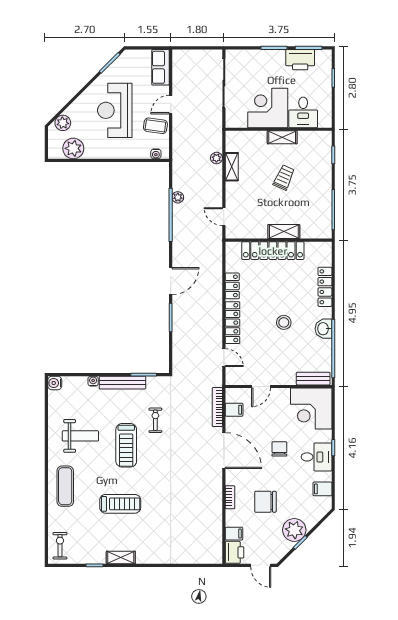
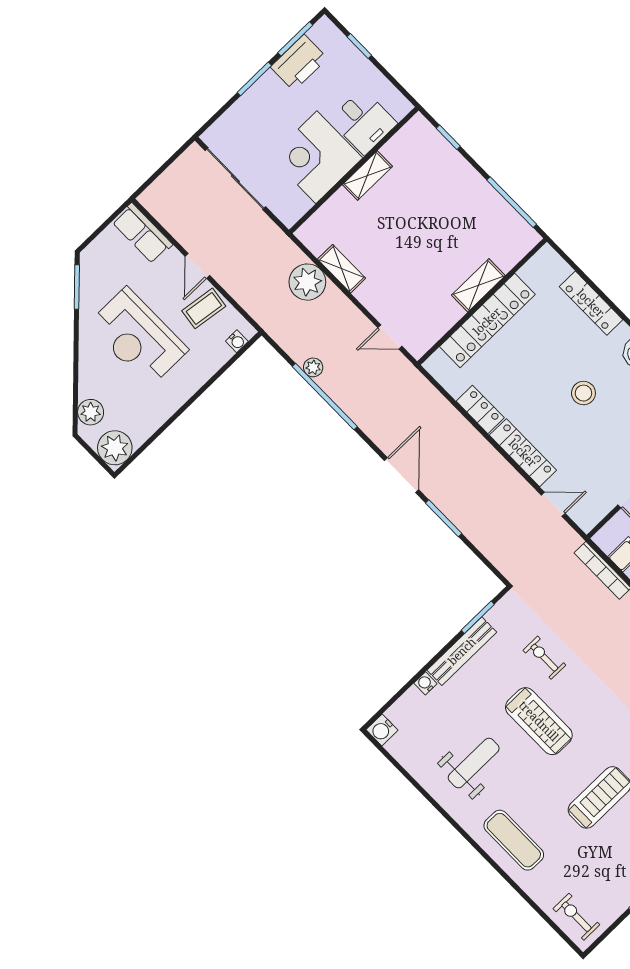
plant: (73, 148) -> (115, 448), moved
plant: (216, 158) -> (307, 282), width x1.88, depth x1.88
trolley: (284, 177) -> (416, 221), removed

